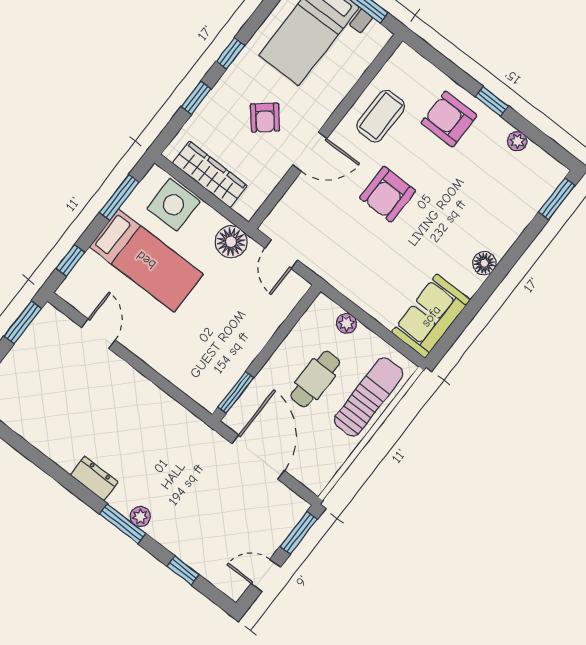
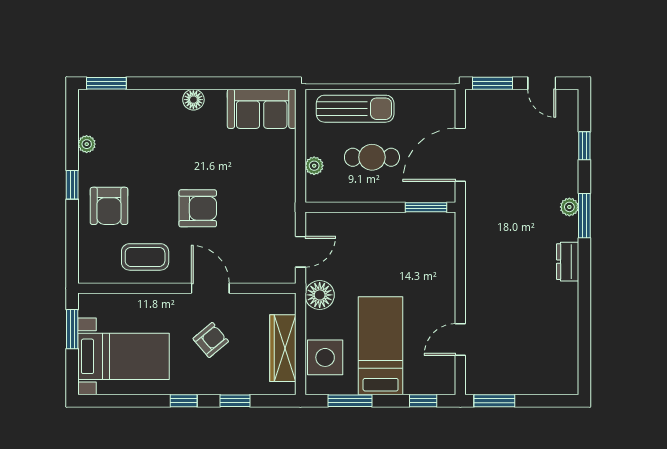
sun lounger: (368, 397) -> (355, 109), turned 180

